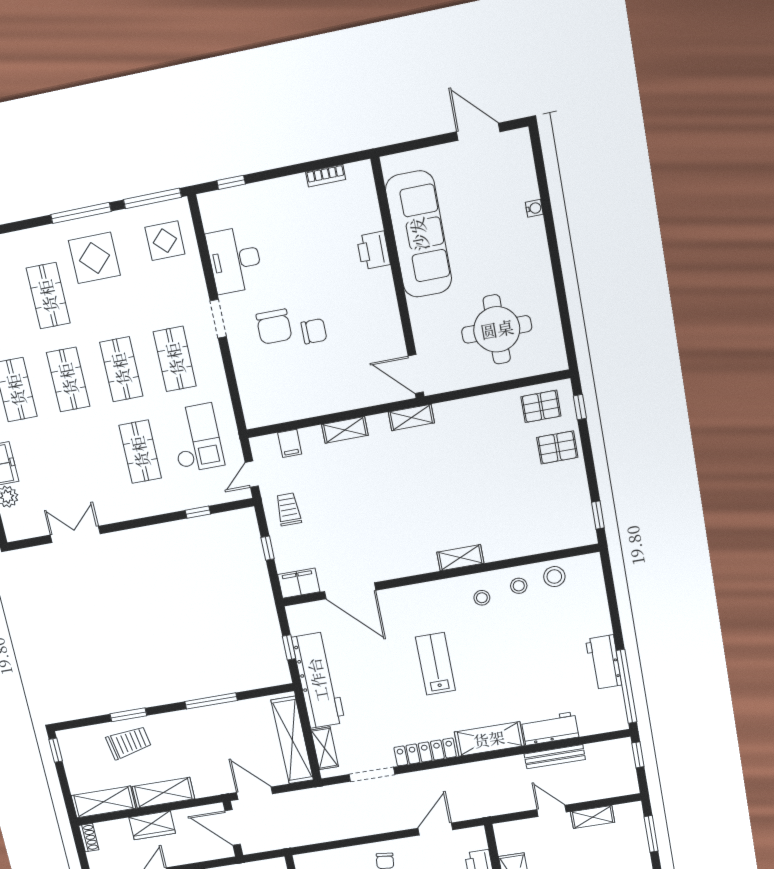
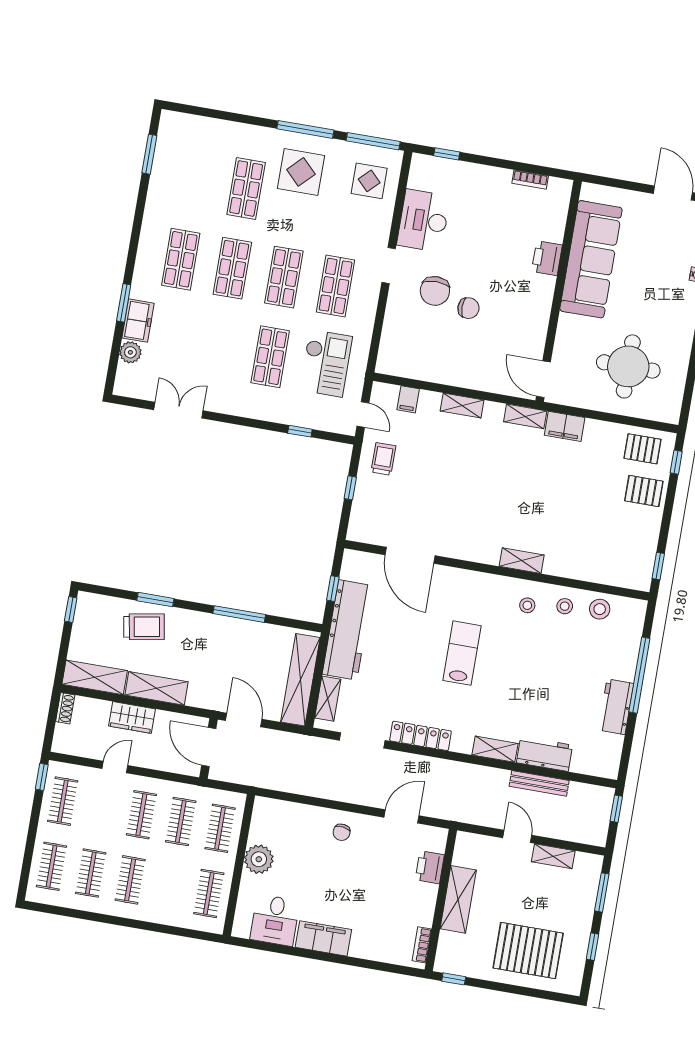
door: (252, 474) -> (363, 415), swing flipped
filing cabinet: (299, 583) -> (565, 426), moved, turned 180
window: (626, 686) -> (639, 675), moved
shelving: (489, 739) -> (495, 749), width x0.67, depth x0.75

